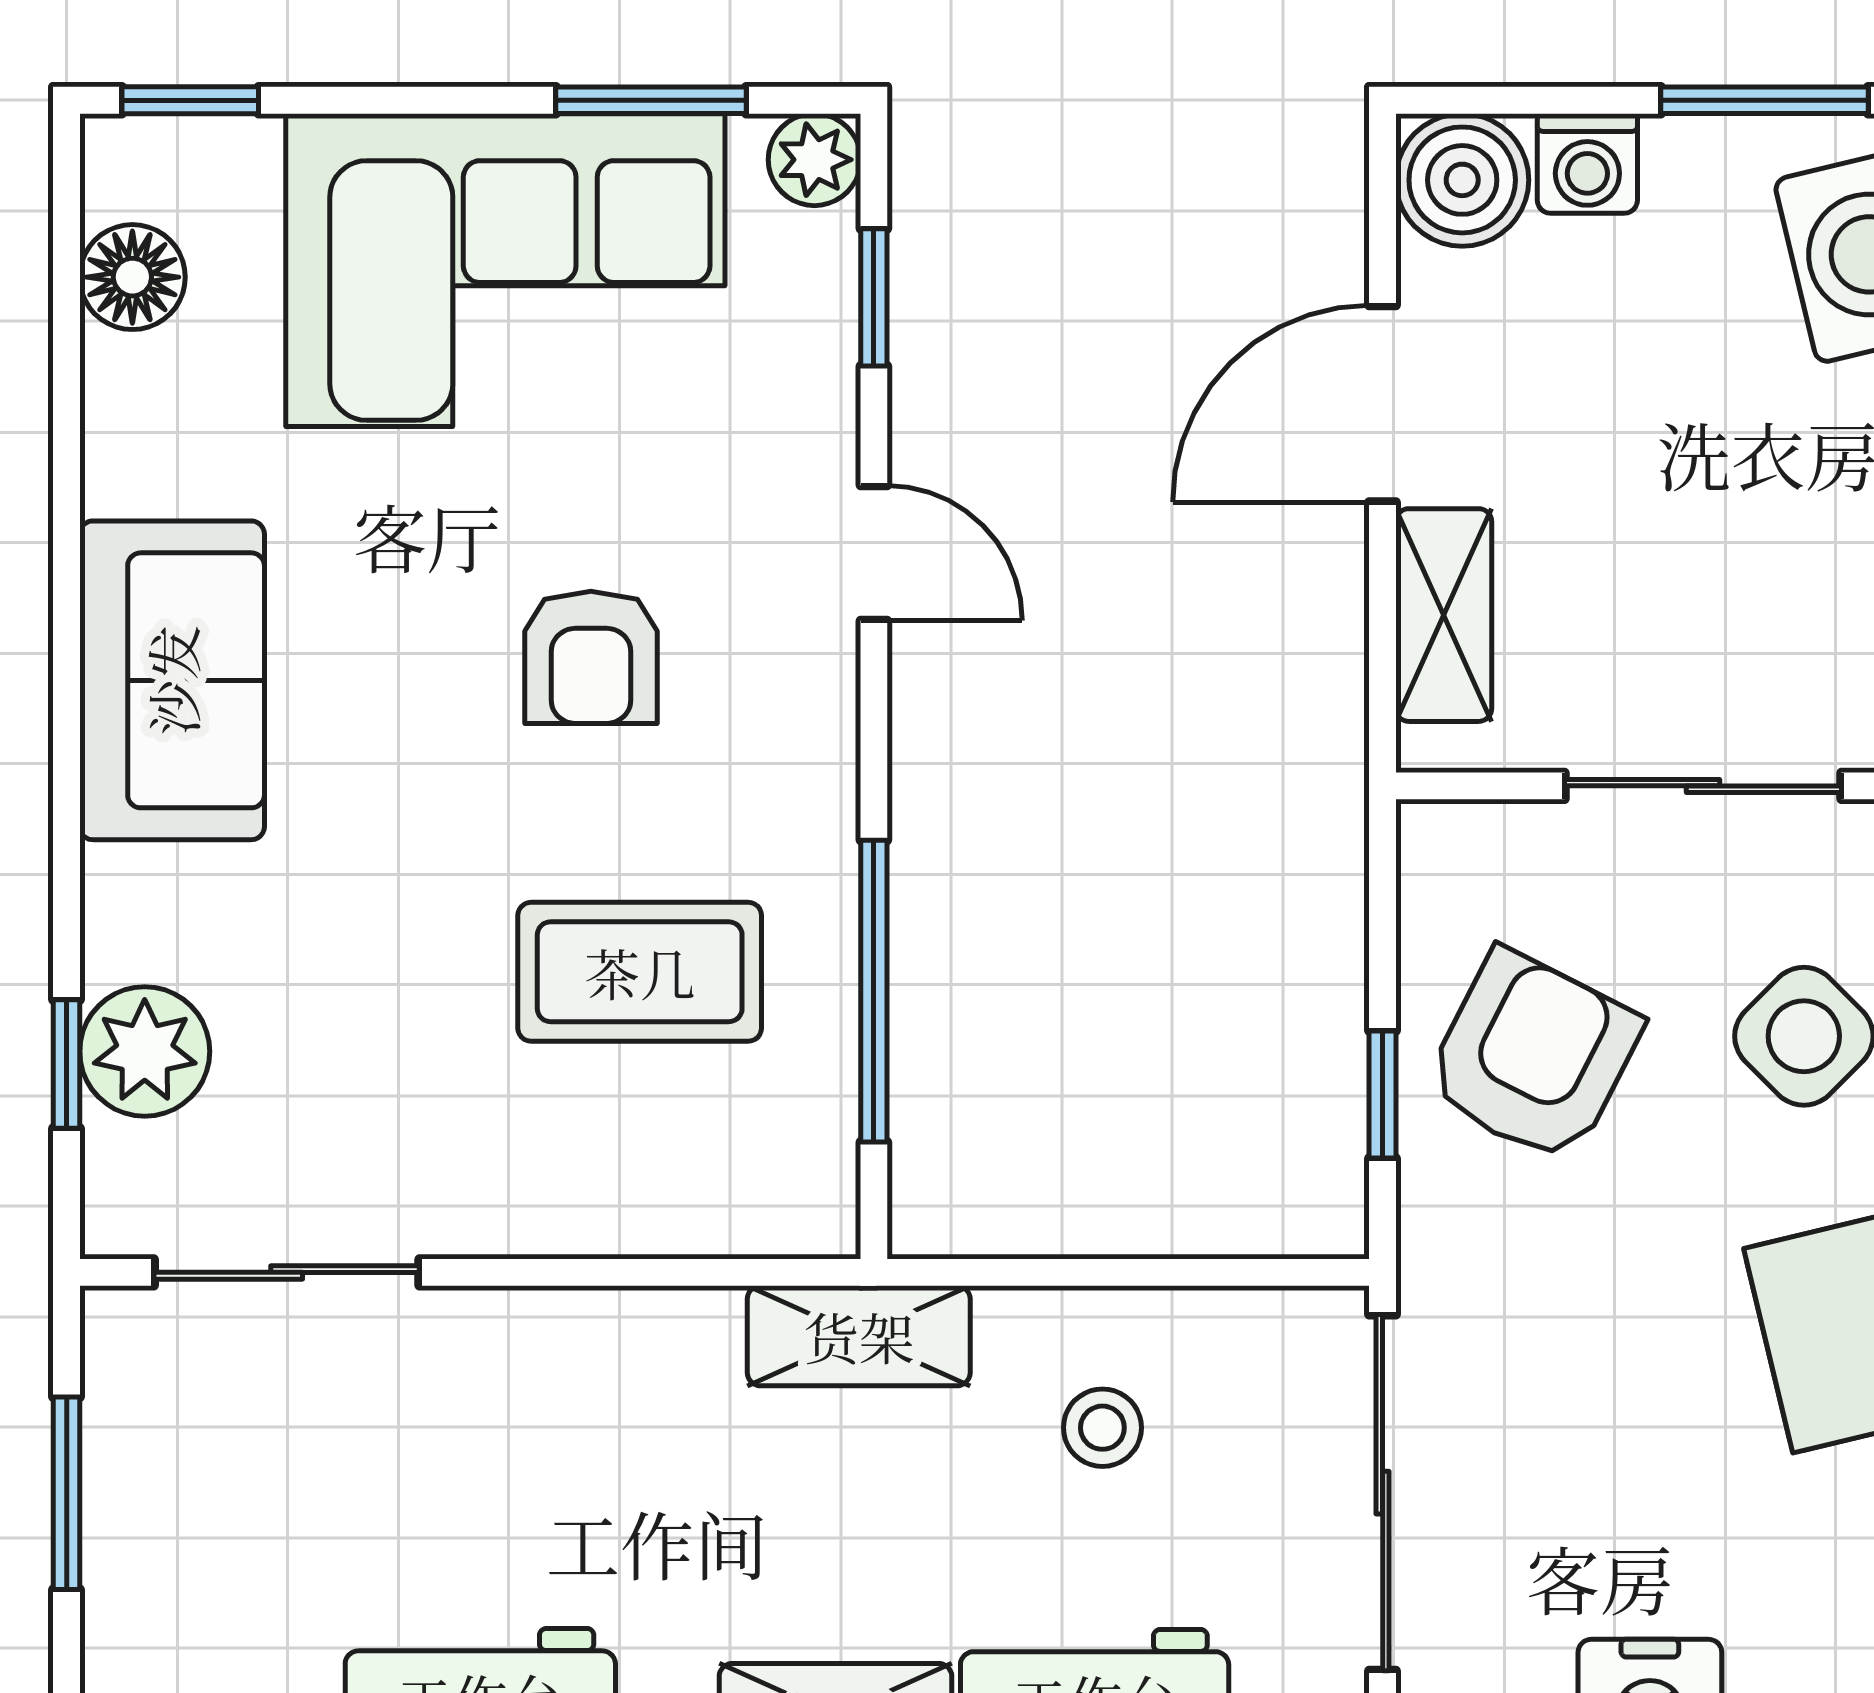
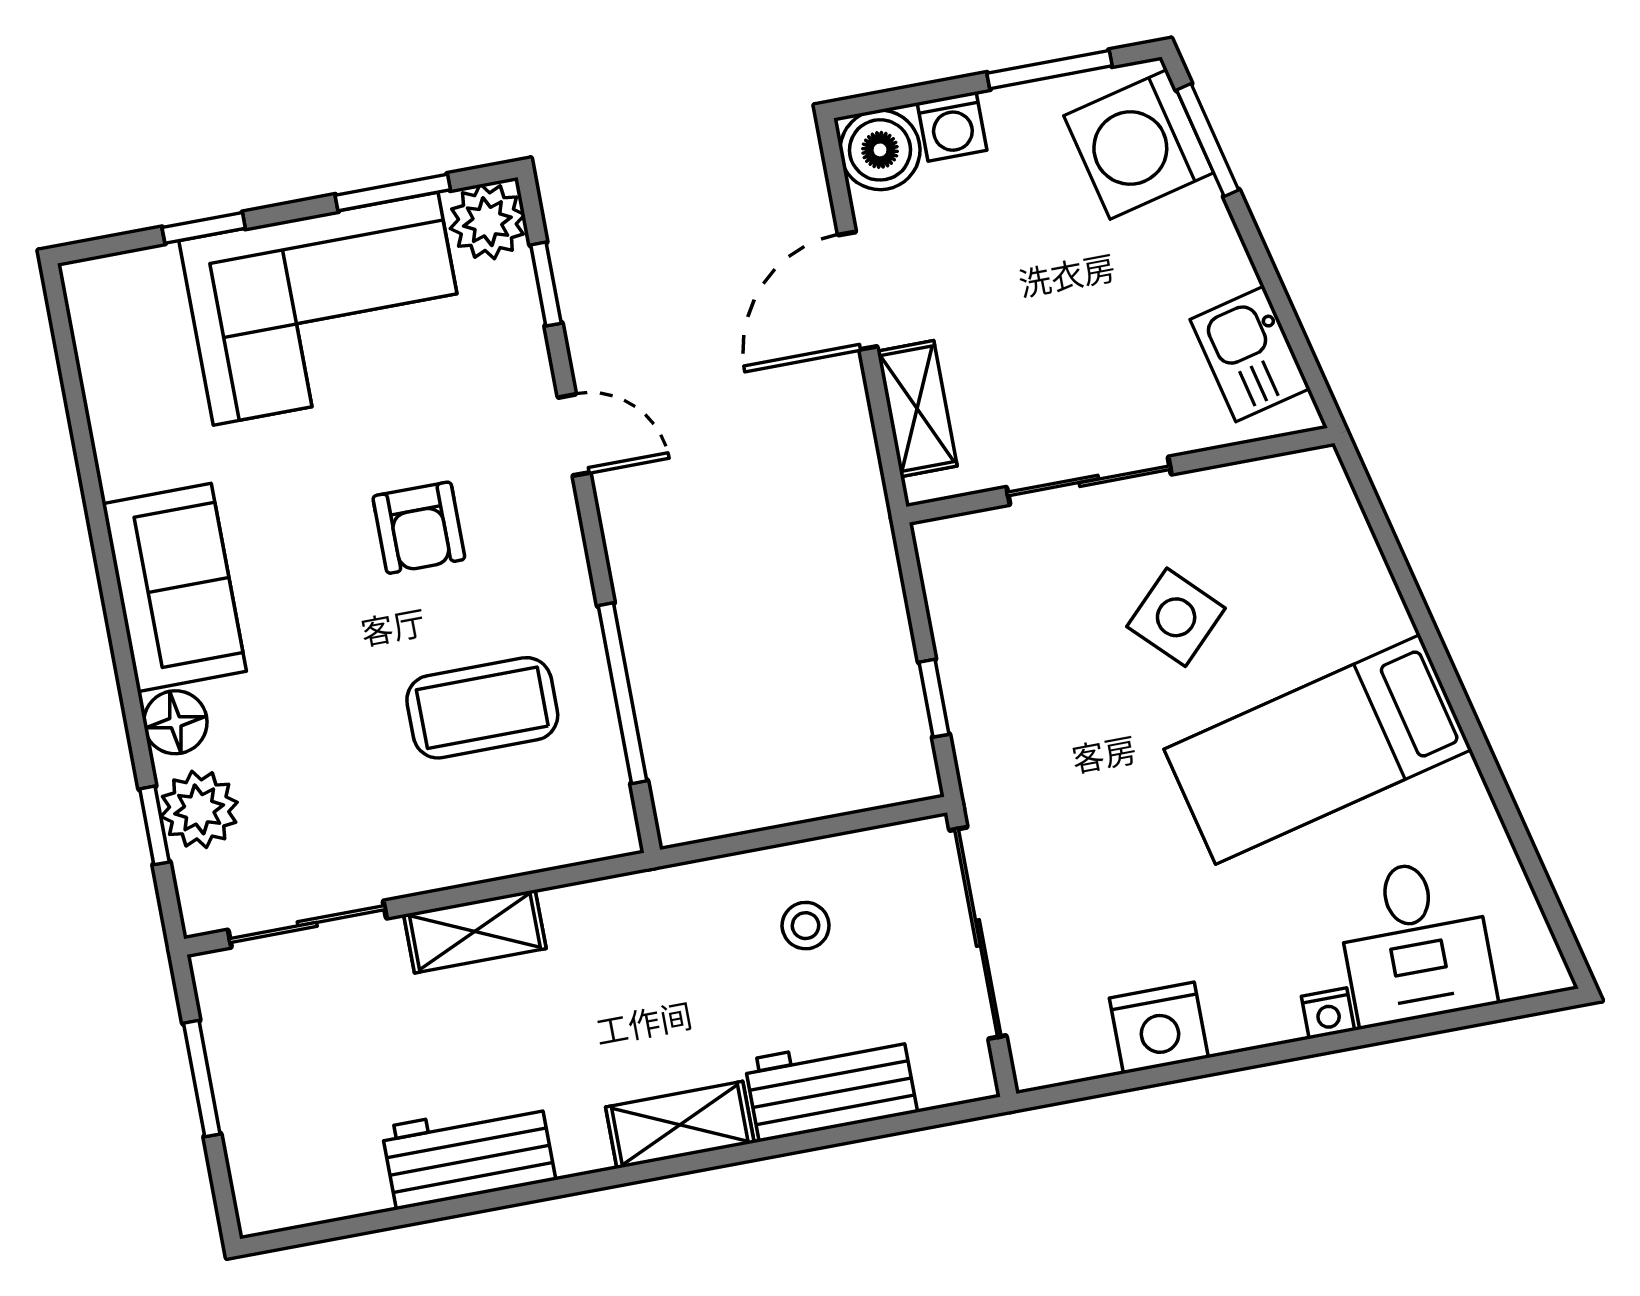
window: (190, 100) -> (204, 228), moved
plant: (814, 160) -> (487, 222), width x1.38, depth x1.38
floor lamp: (132, 277) -> (175, 722), moved
armchair: (1533, 1057) -> (1019, 659), removed
shelving: (859, 1336) -> (475, 931), moved

